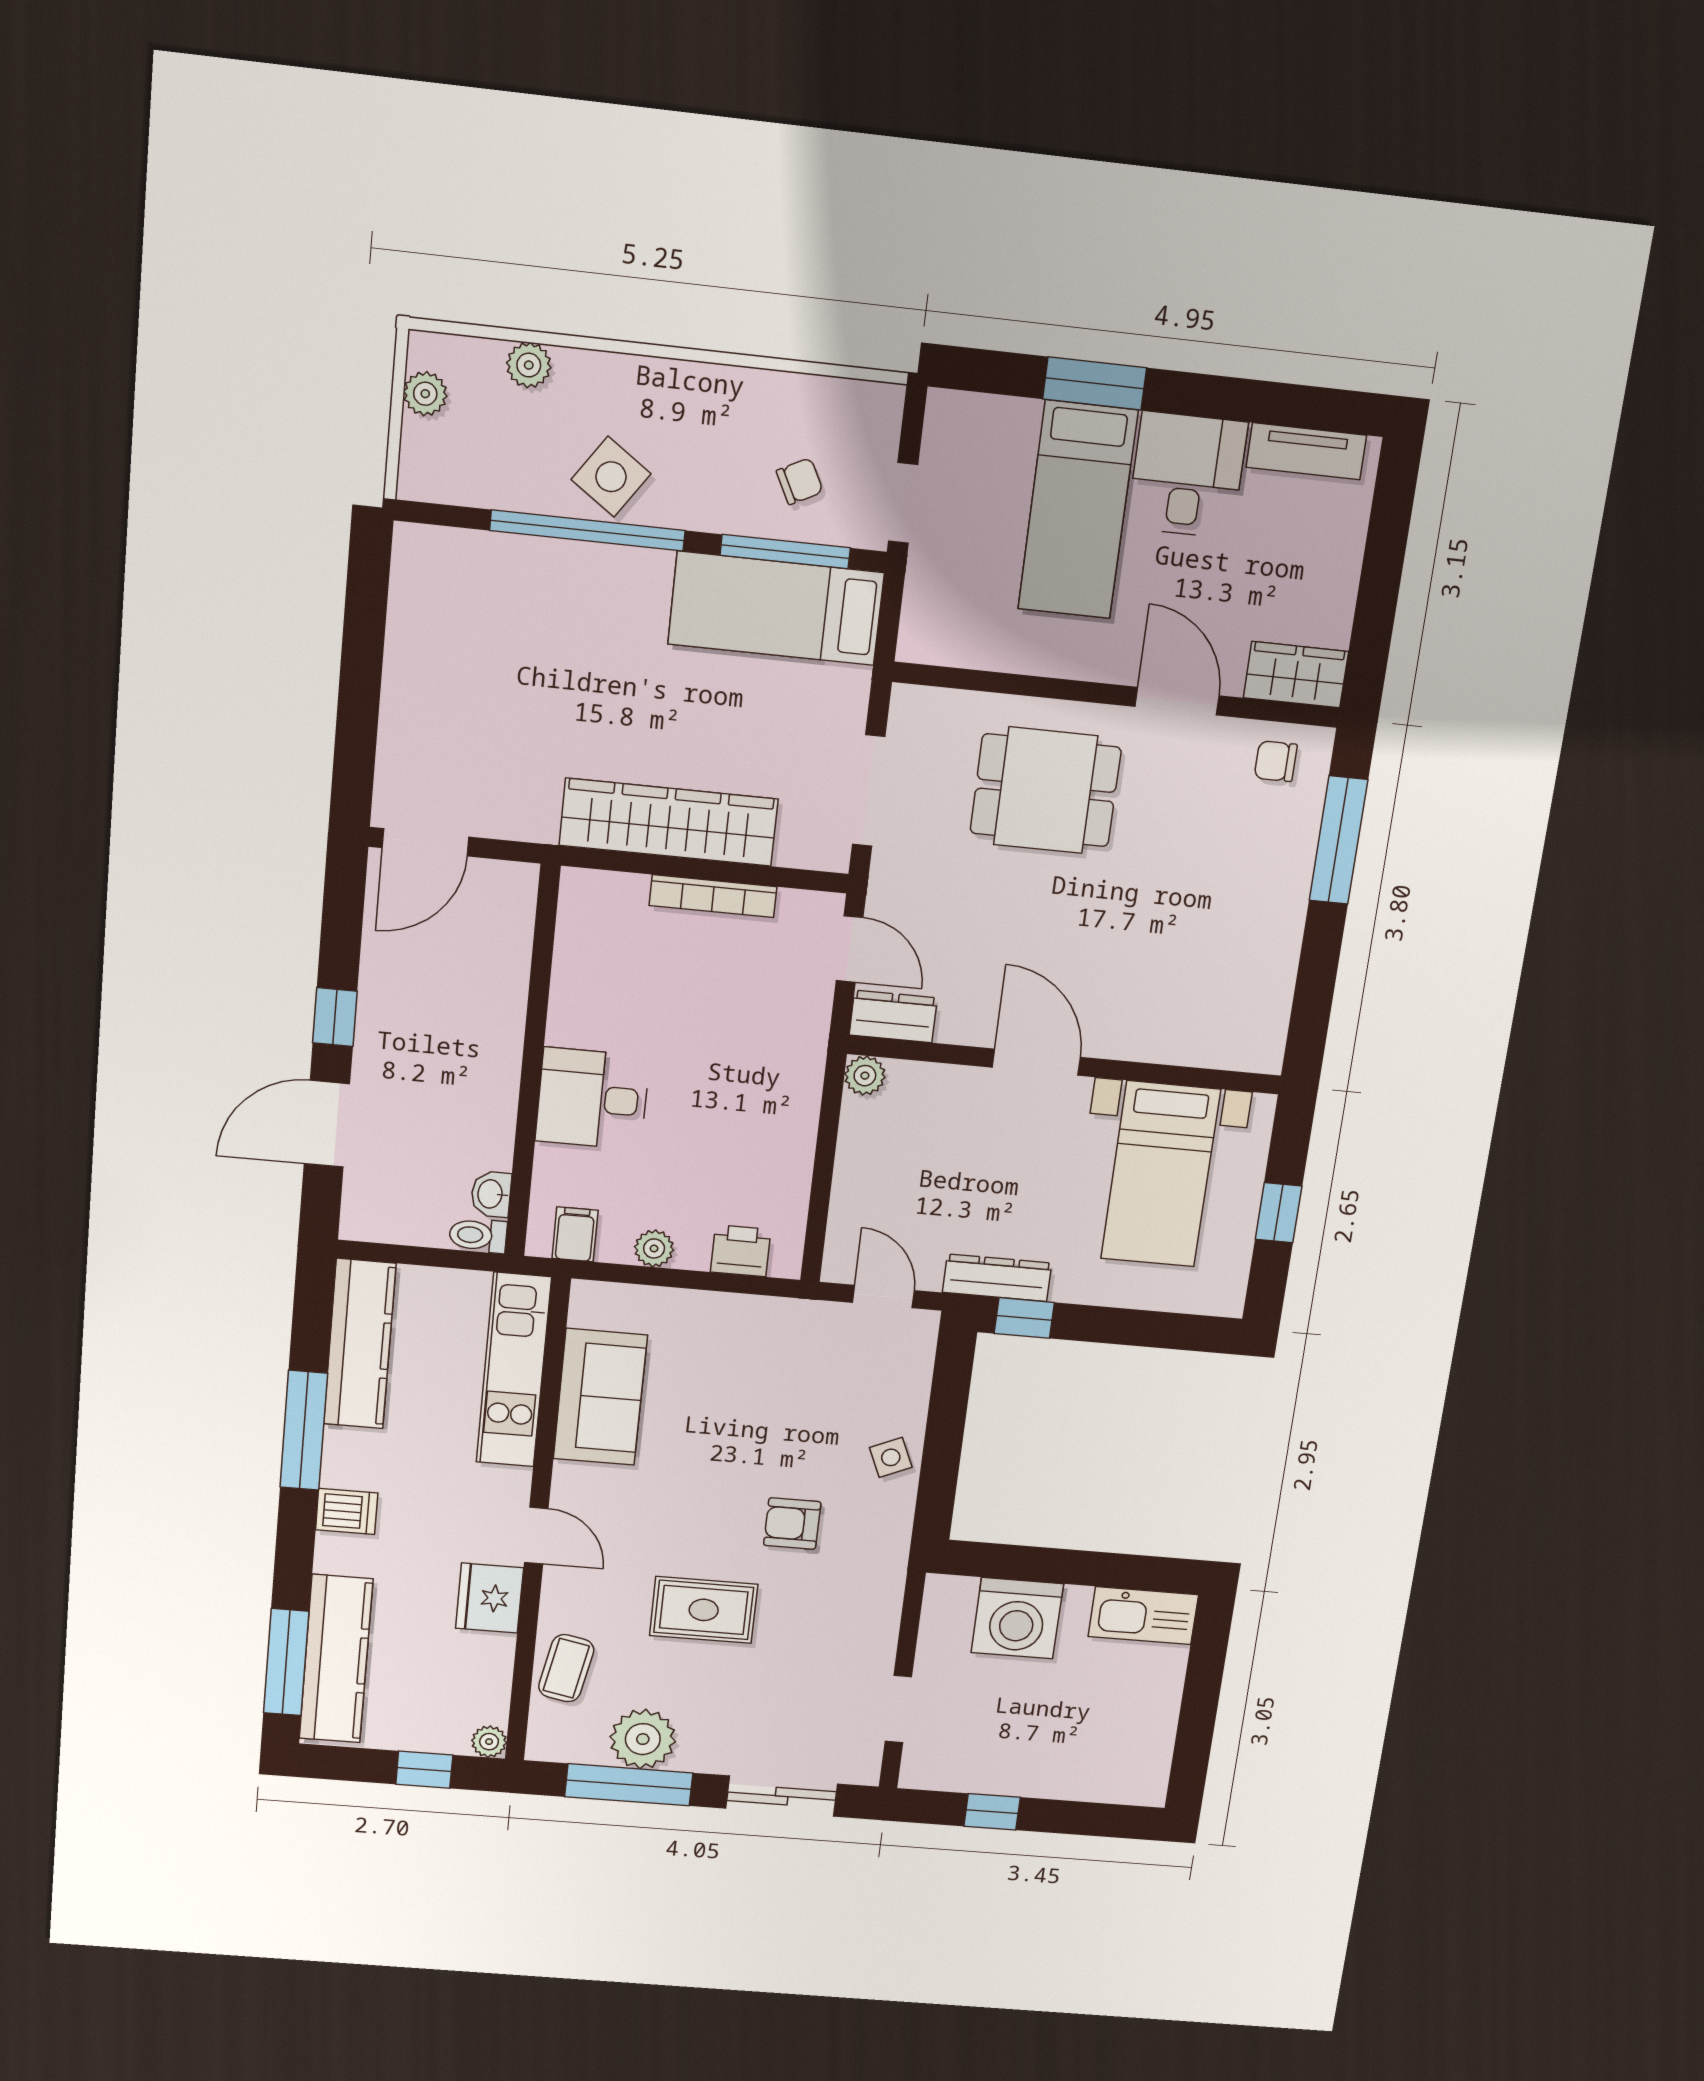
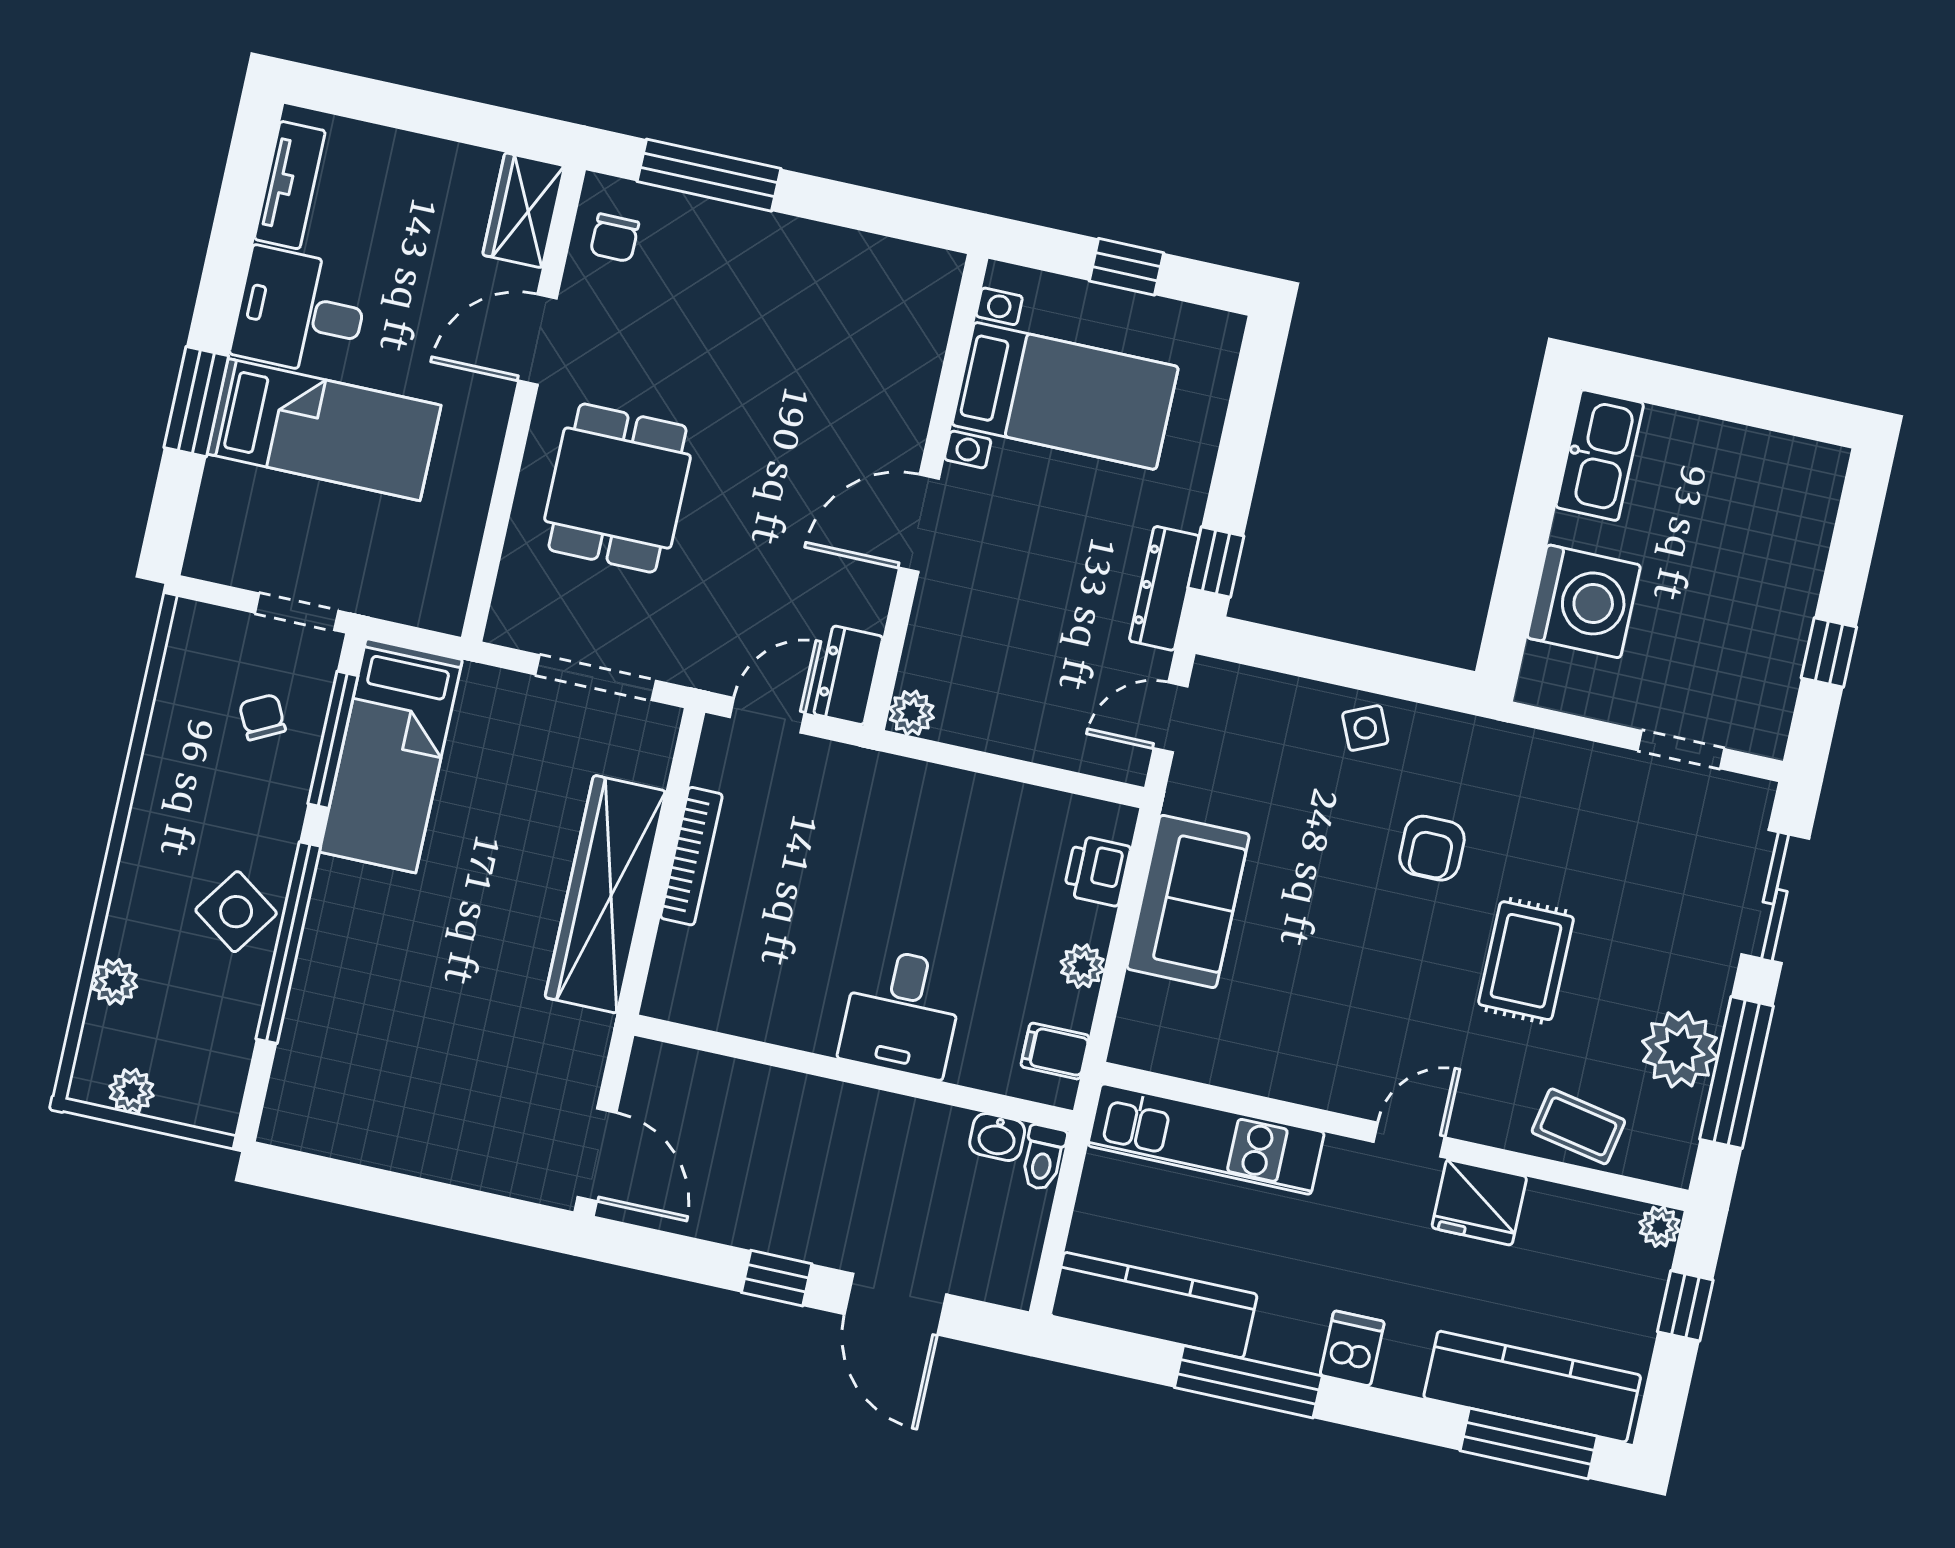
sofa: (600, 1397) -> (1188, 901), moved, turned 90

